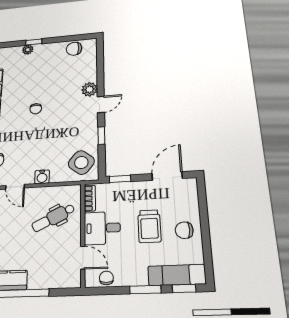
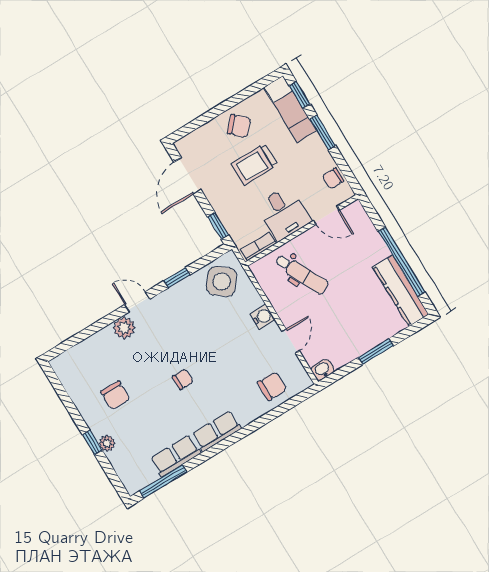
chair: (74, 49) -> (115, 395), moved
door: (167, 176) -> (187, 176), hinge flipped
trolley: (149, 226) -> (254, 164), turned 180
chair: (184, 230) -> (239, 126), turned -46
door: (83, 258) -> (326, 215), swing flipped

